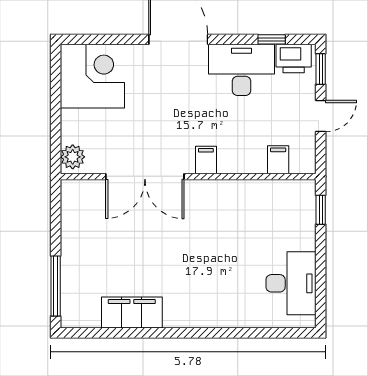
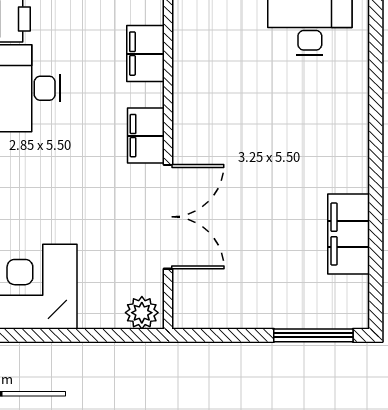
filing cabinet: (206, 160) -> (146, 136), width x2.00
filing cabinet: (278, 160) -> (146, 54), width x2.00

